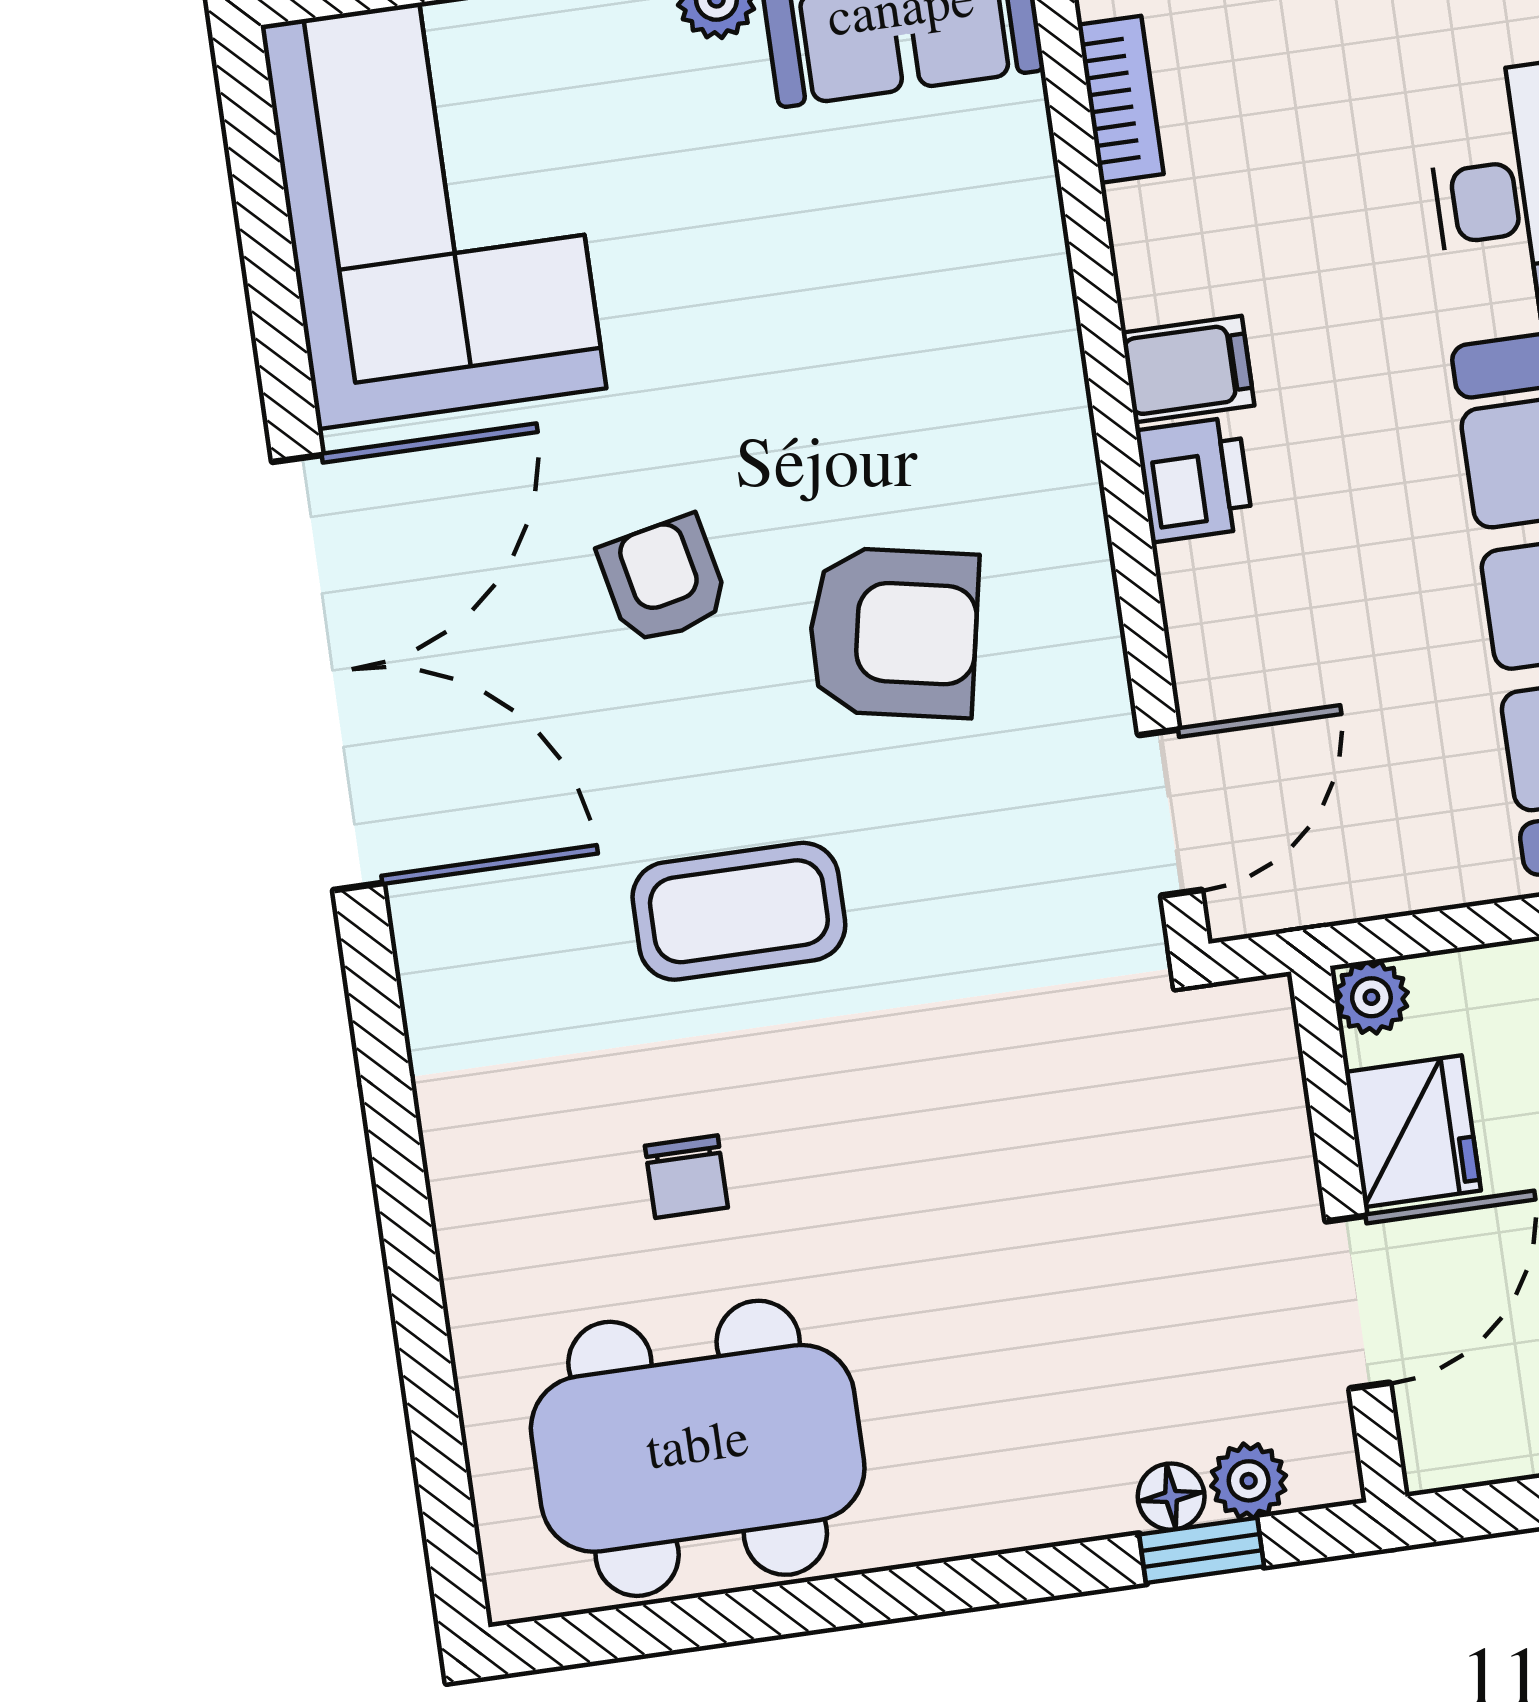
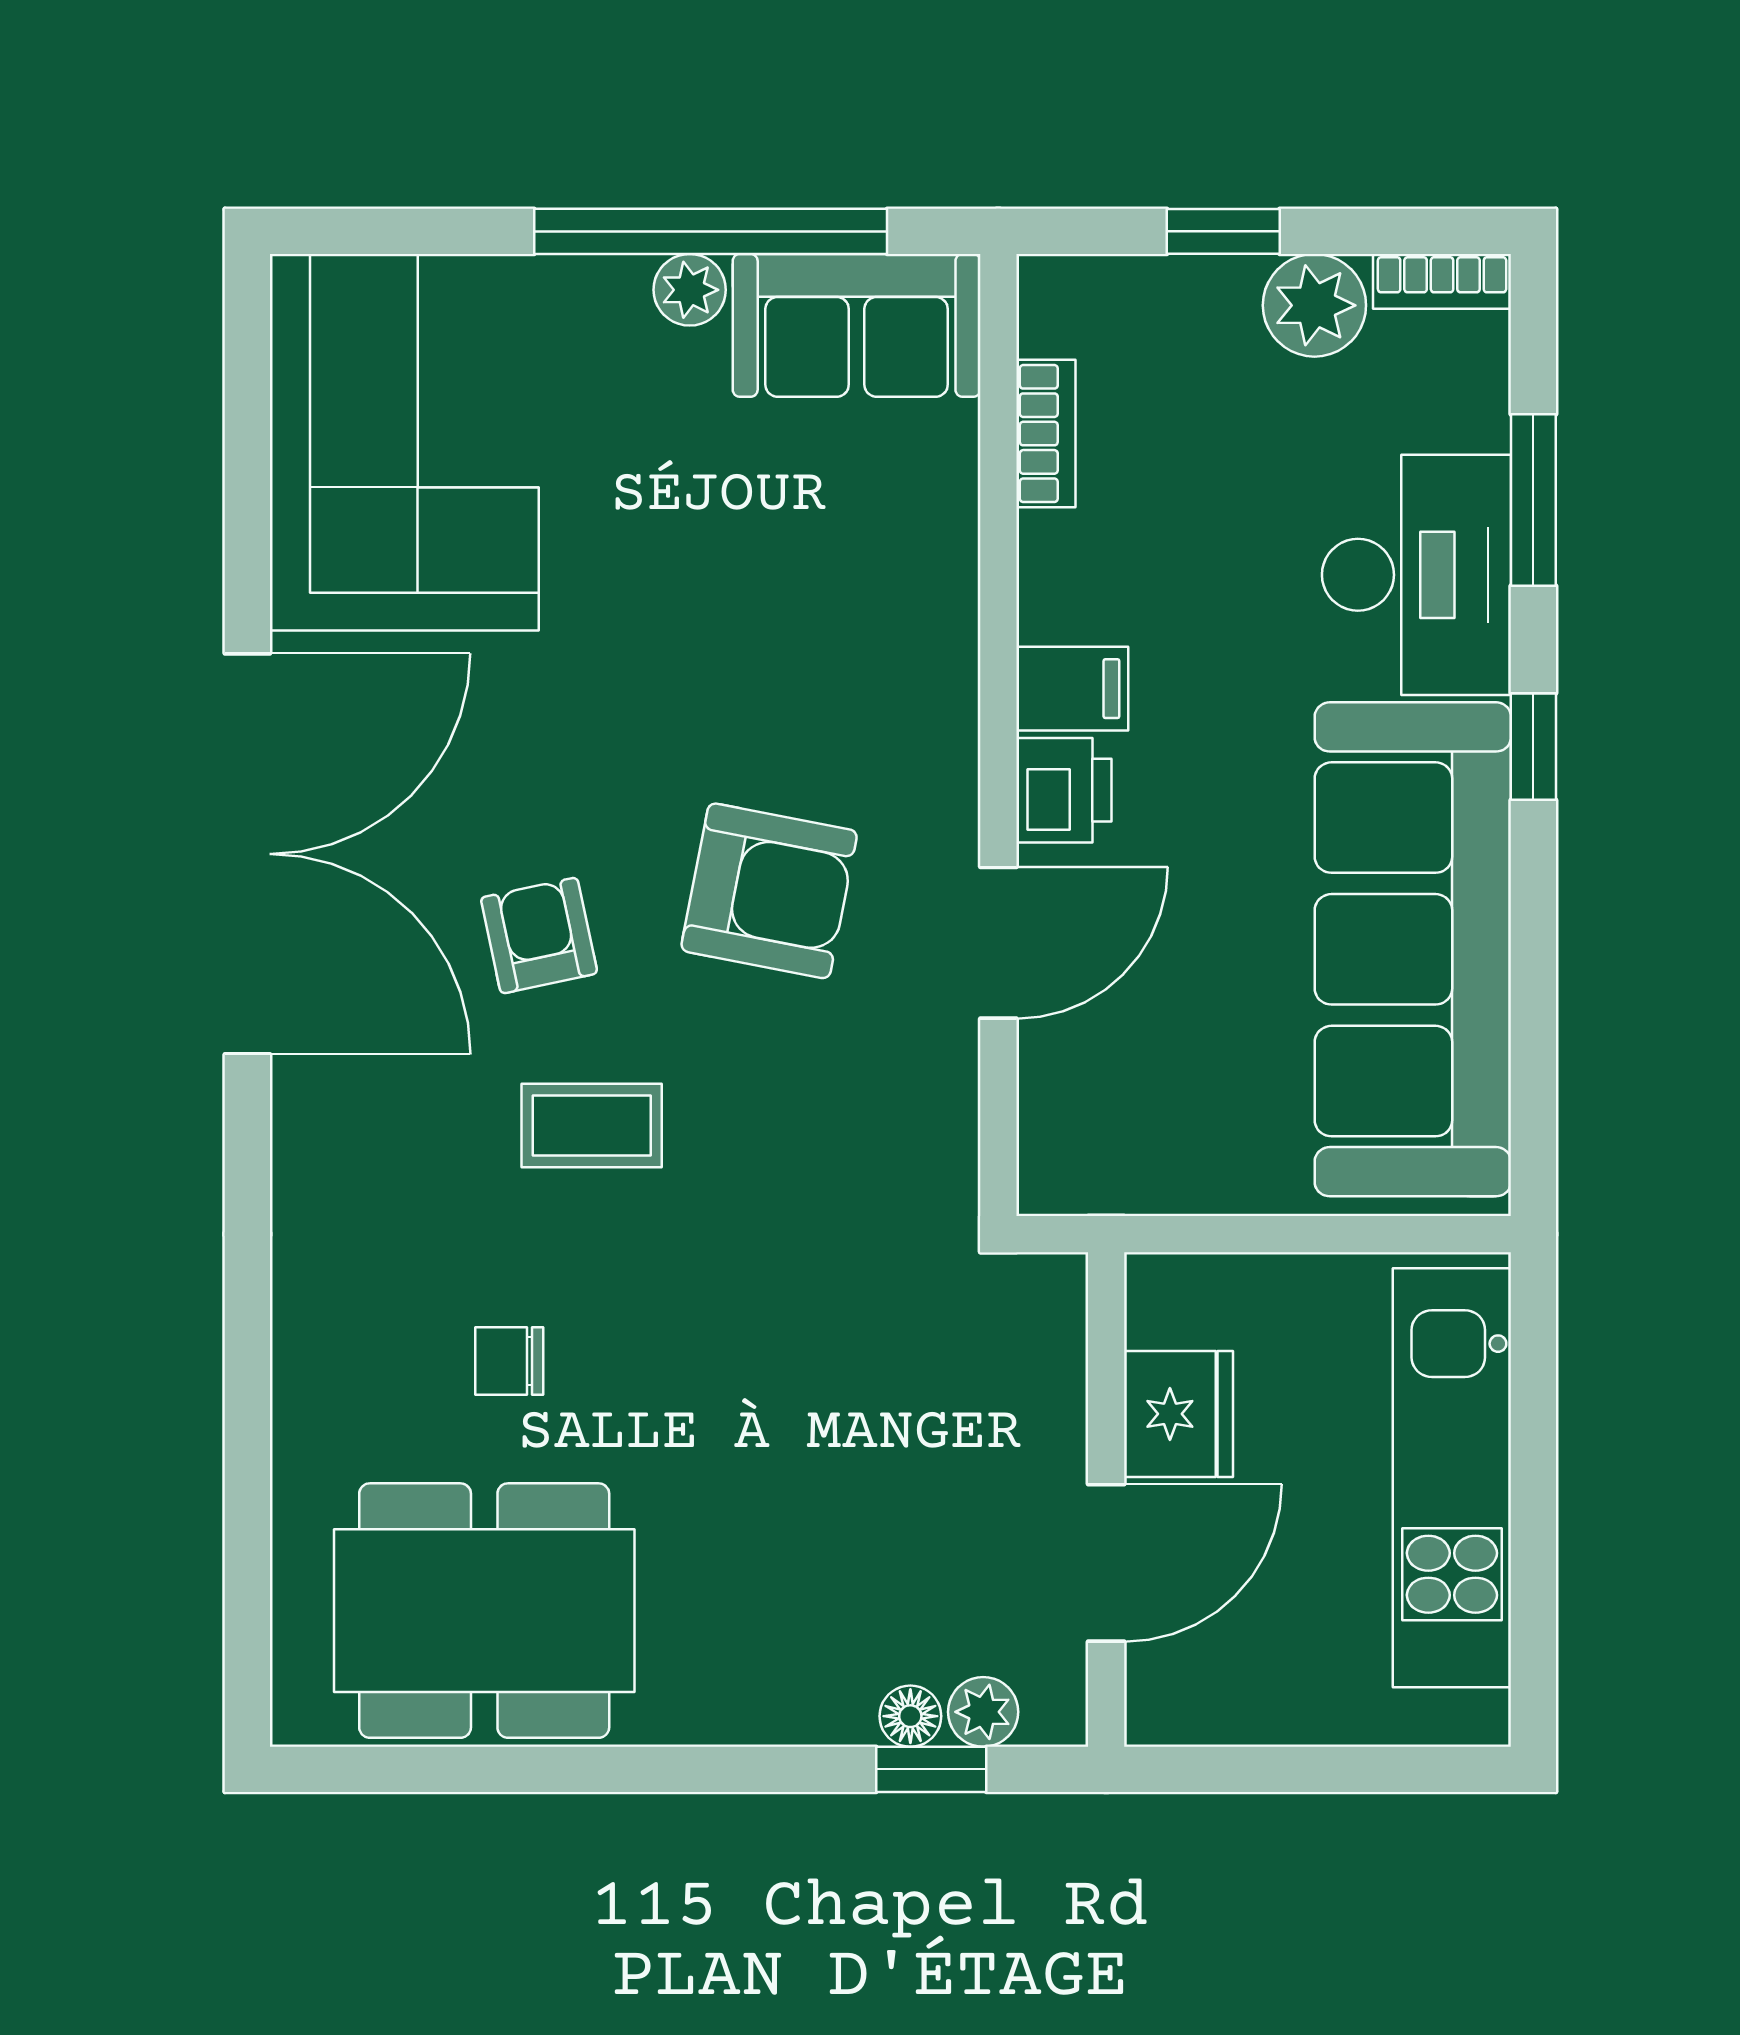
armchair: (664, 580) -> (539, 936), moved
door: (1170, 812) -> (998, 943), moved
coffee table: (739, 911) -> (592, 1125), width x0.73, depth x0.77
plant: (1371, 997) -> (1158, 1286), removed
chair: (686, 1177) -> (509, 1361), turned 90

